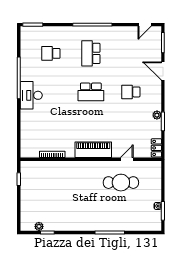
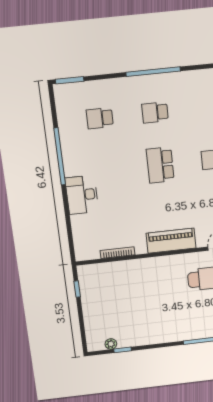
school desk: (91, 53) -> (155, 112), width x0.54
school desk: (91, 92) -> (160, 165), turned 90
desk: (31, 95) -> (82, 195), moved

